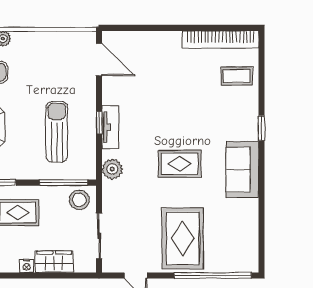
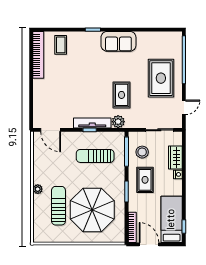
door: (99, 60) -> (51, 130), swing flipped
tv unit: (110, 127) -> (92, 123), width x1.41
rug: (180, 164) -> (122, 95), moved
stool: (79, 200) -> (142, 152), moved
rug: (183, 238) -> (161, 78), turned 90

